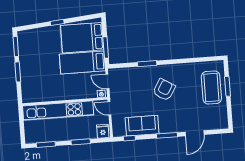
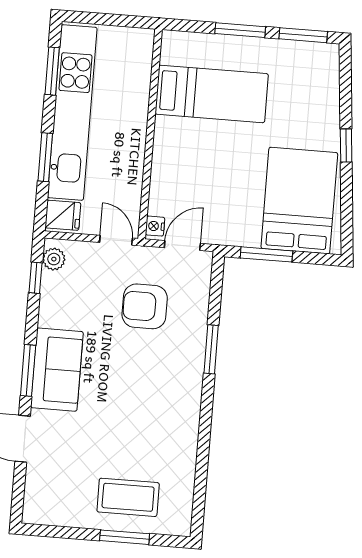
bed: (82, 63) -> (212, 94), moved, turned 90
coffee table: (211, 88) -> (128, 497), width x0.73, depth x0.76
armchair: (164, 90) -> (145, 306), moved, turned 149
door: (109, 108) -> (116, 240), hinge flipped
kitchen unit: (58, 111) -> (72, 112), moved, turned 180
sofa: (142, 126) -> (57, 370), moved
plant: (121, 132) -> (54, 259), added

